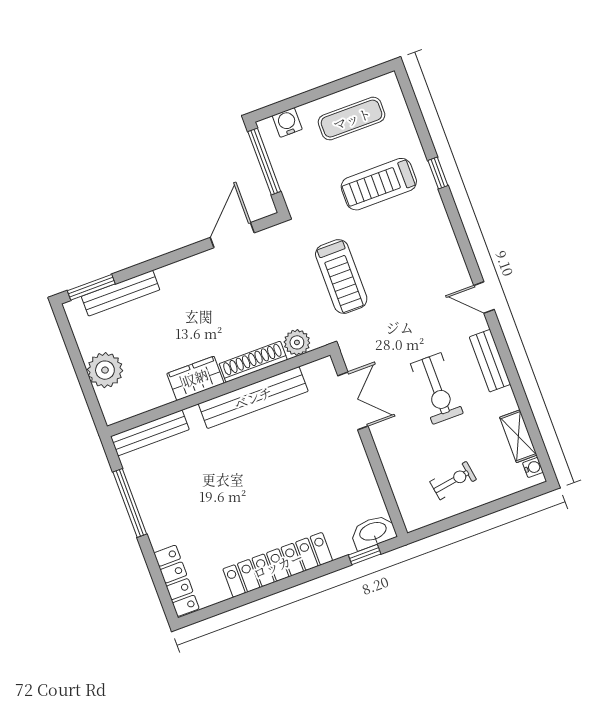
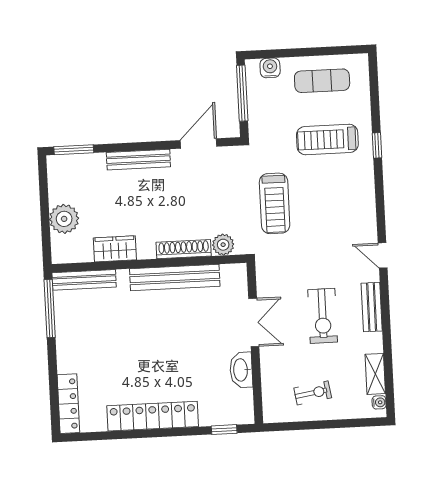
bench: (121, 293) -> (138, 160), moved
wardrobe: (195, 378) -> (115, 249), moved
double door: (353, 401) -> (254, 322), moved
window: (130, 503) -> (50, 308), moved
washbasin: (373, 532) -> (241, 370), moved, turned -90

